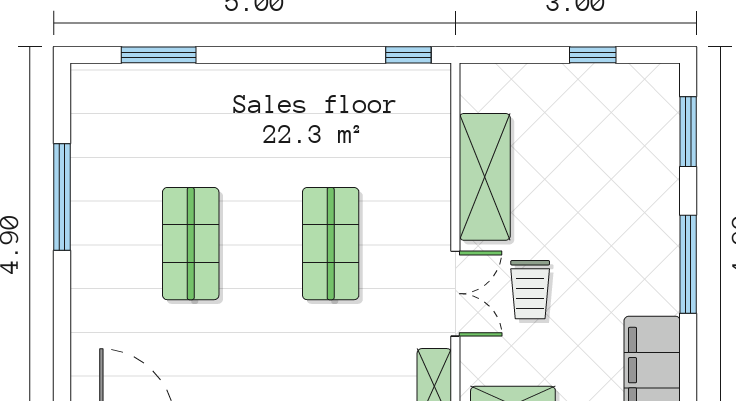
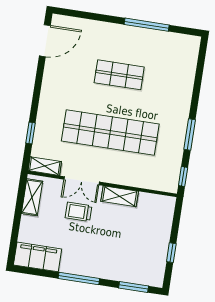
window: (159, 55) -> (190, 134), moved
shelving: (485, 177) -> (120, 196), width x0.67, depth x0.75
shop shelf: (331, 244) -> (110, 132), width x2.00, depth x1.36

